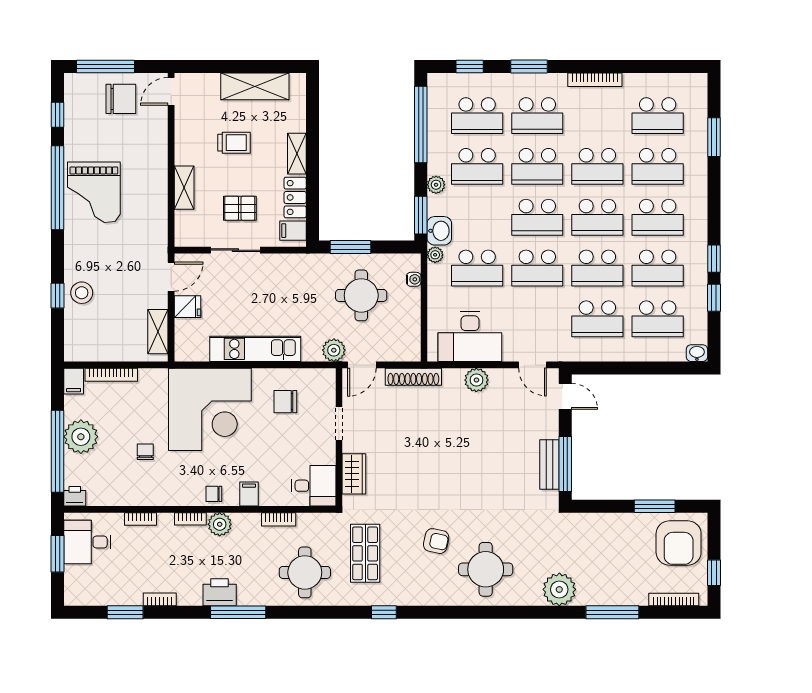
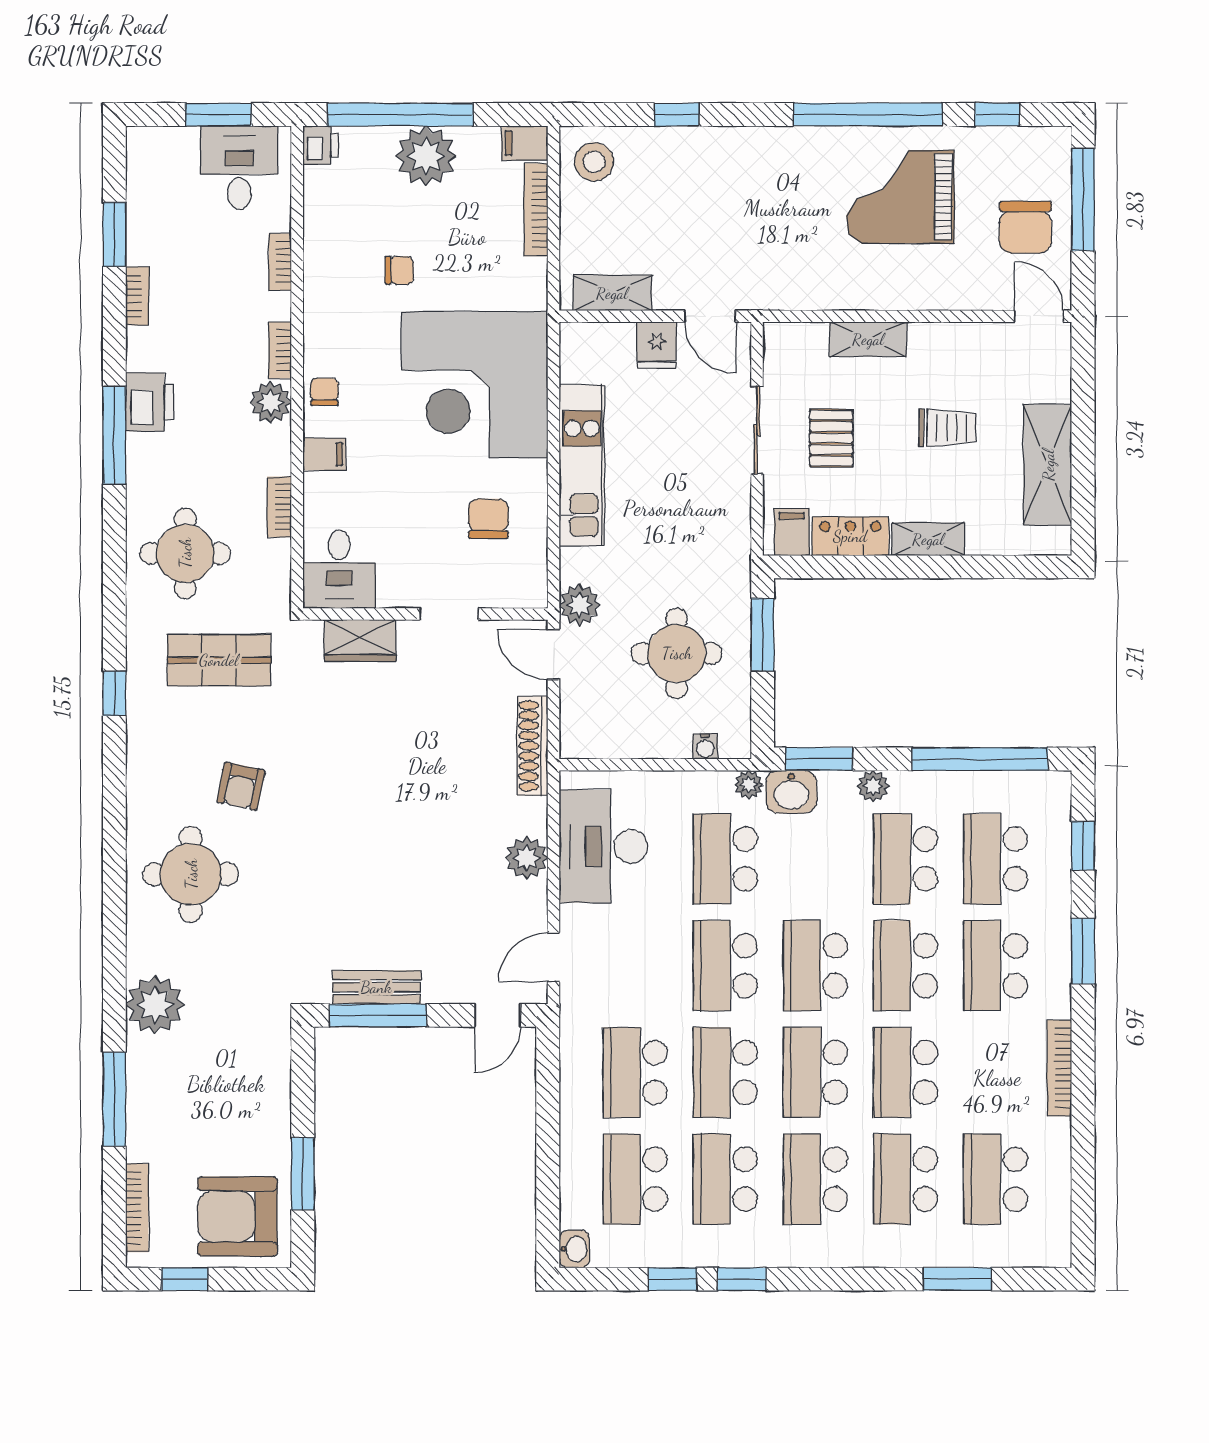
trolley: (234, 143) -> (948, 428), turned -90
grand piano: (94, 192) -> (900, 197), moved
stool: (82, 293) -> (594, 162), moved

